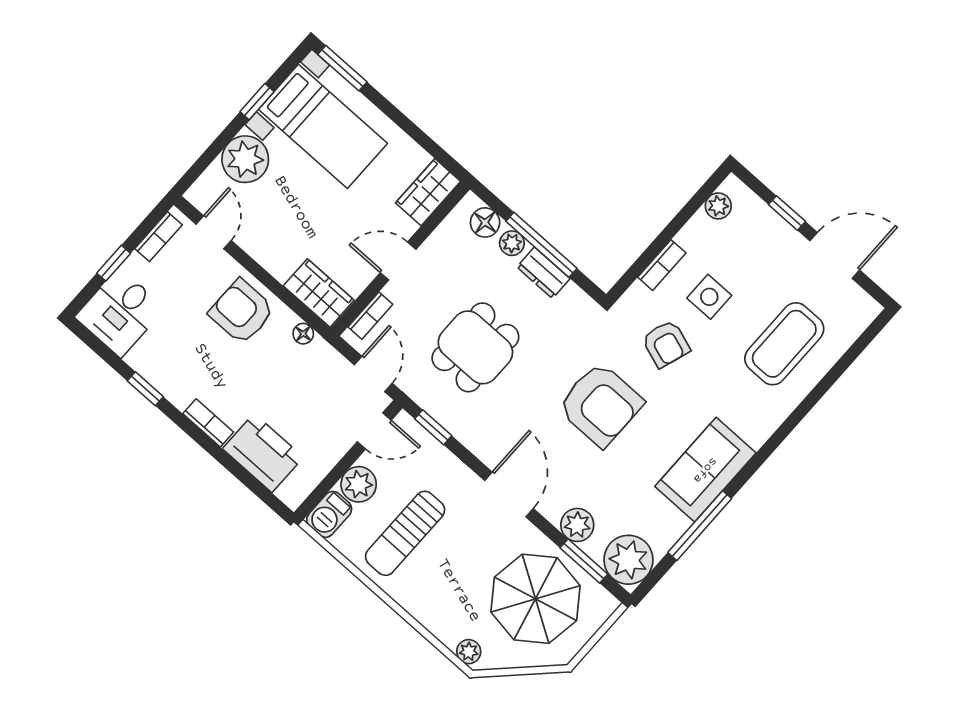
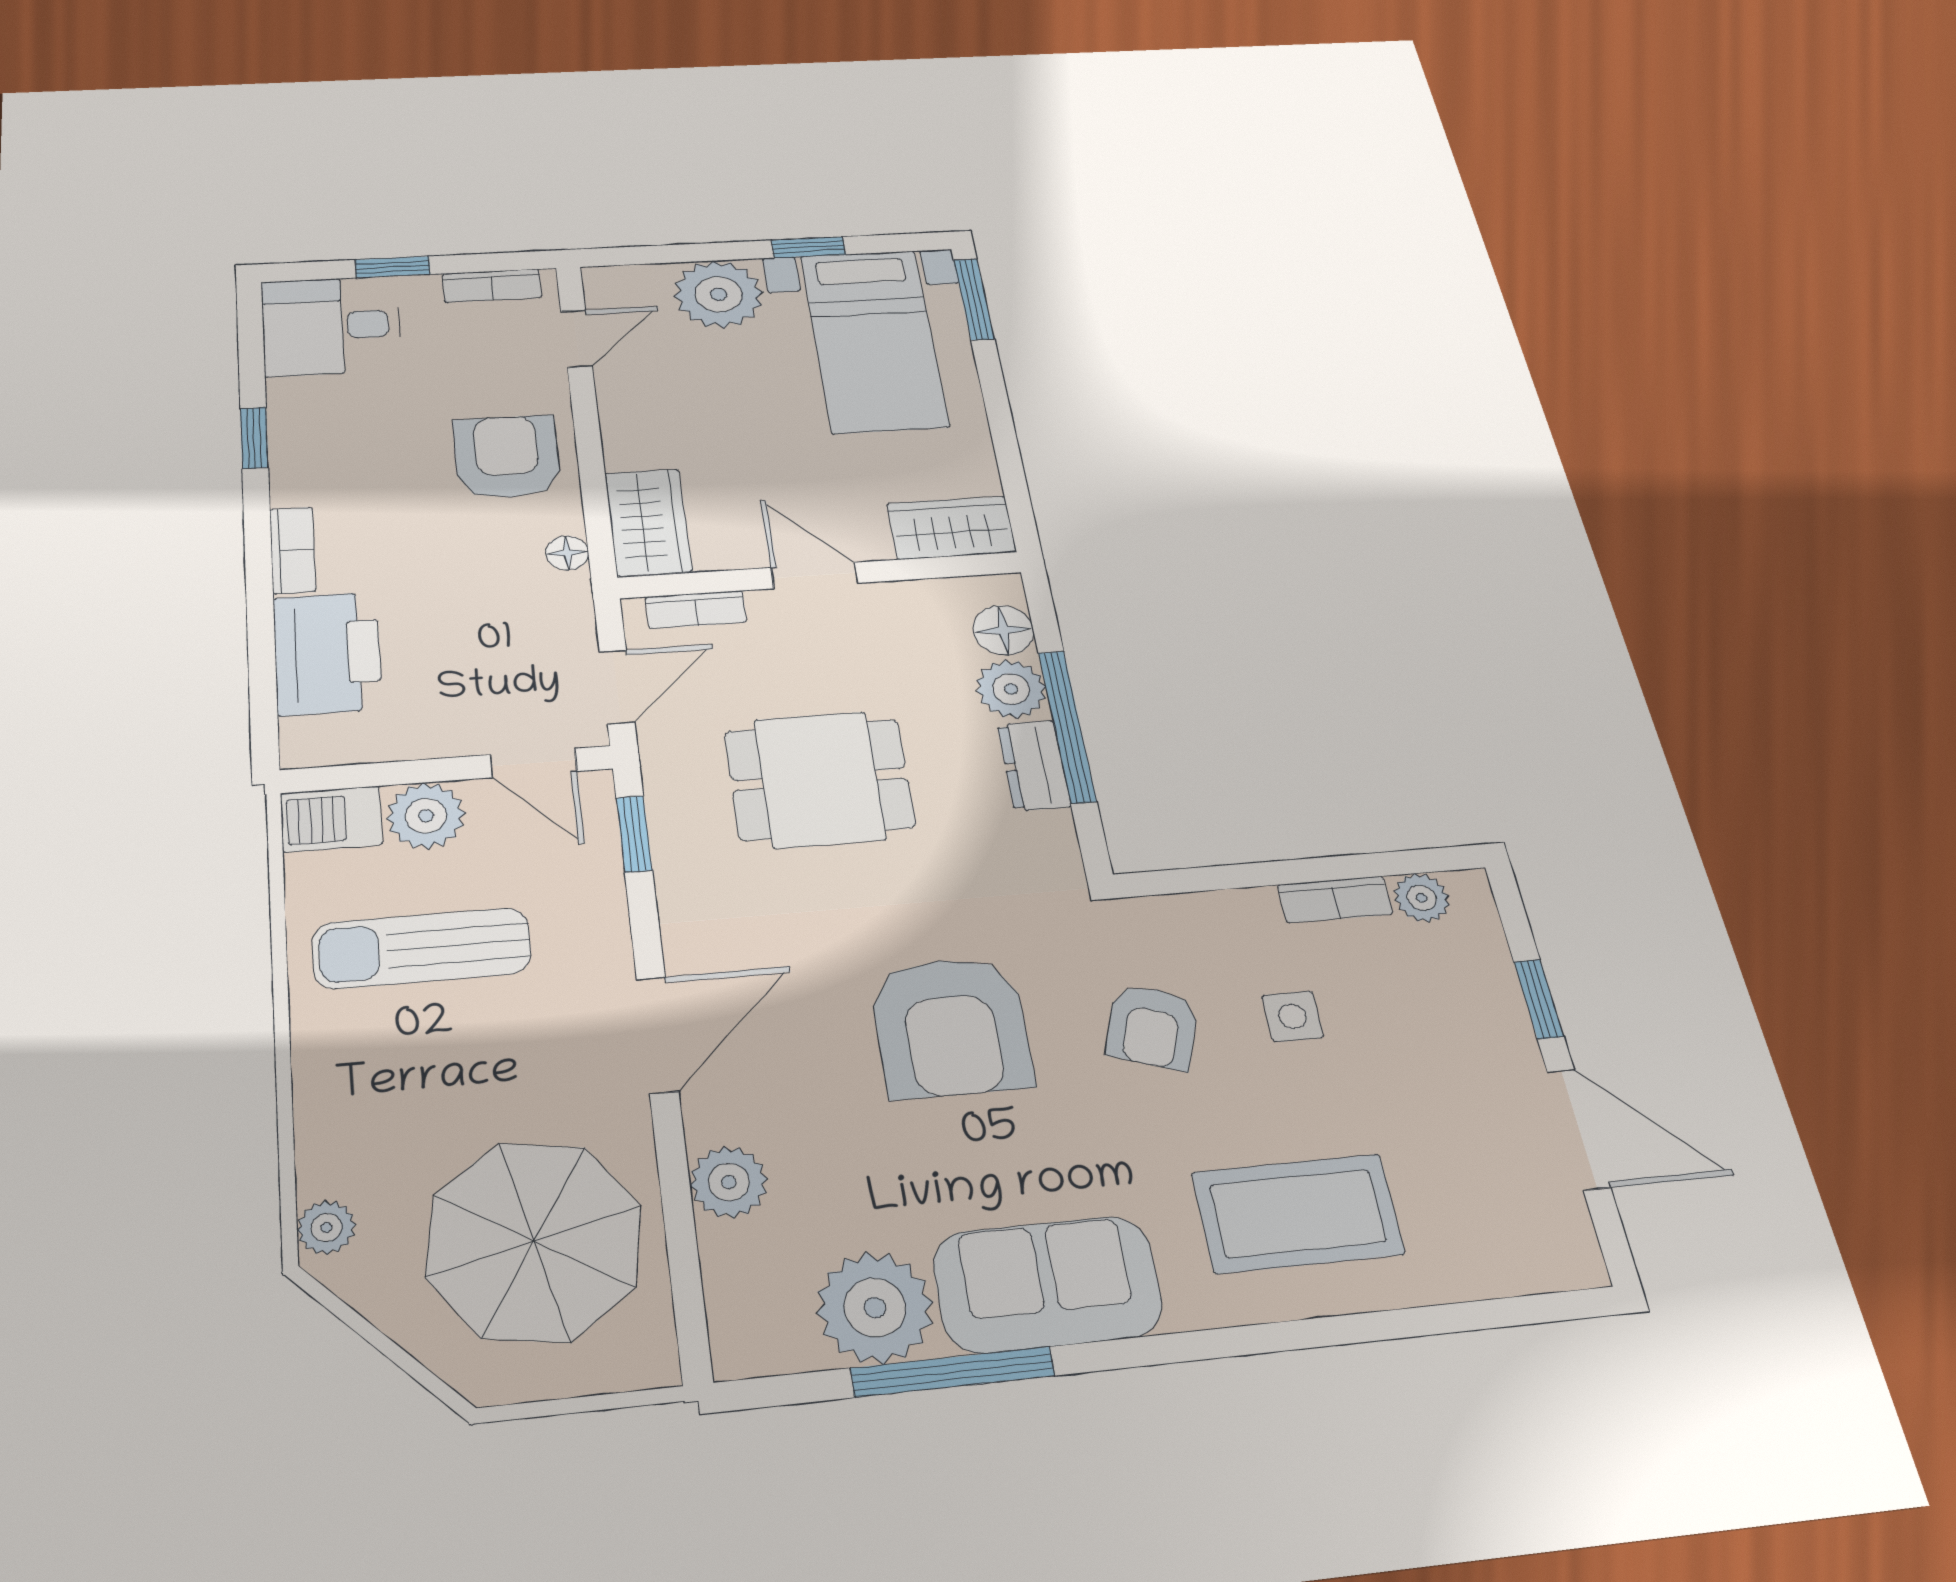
plant: (512, 243) -> (1011, 689), width x1.38, depth x1.38
bookcase: (662, 265) -> (1335, 899), moved
side table: (709, 297) -> (1293, 1016), width x0.73, depth x0.73
coffee table: (784, 344) -> (1298, 1213), moved
plant: (628, 560) -> (875, 1308), moved
window: (584, 561) -> (683, 1252), removed

